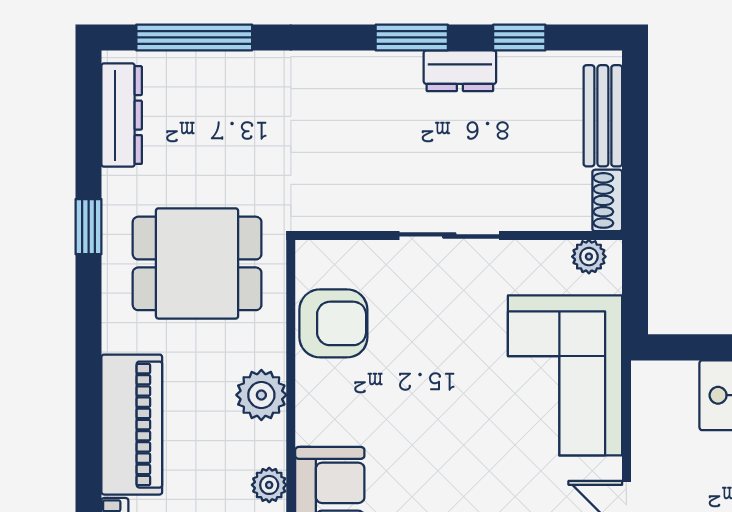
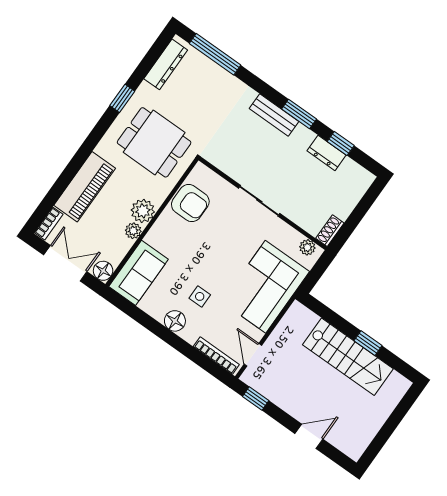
dresser: (460, 71) -> (327, 153), moved
bench: (603, 116) -> (274, 115), moved, turned 90
side table: (464, 473) -> (200, 296), added
plant: (269, 485) -> (133, 231), moved

